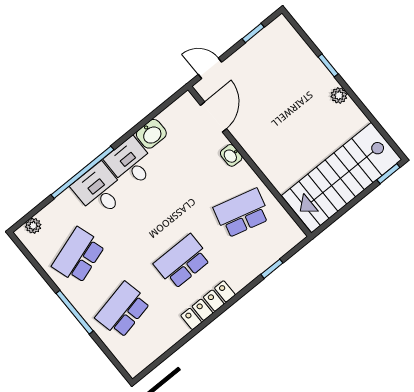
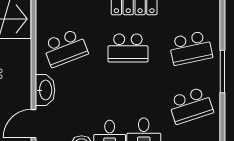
washbasin: (231, 155) -> (45, 90), width x1.91, depth x1.45
school desk: (242, 213) -> (65, 48), turned -36

